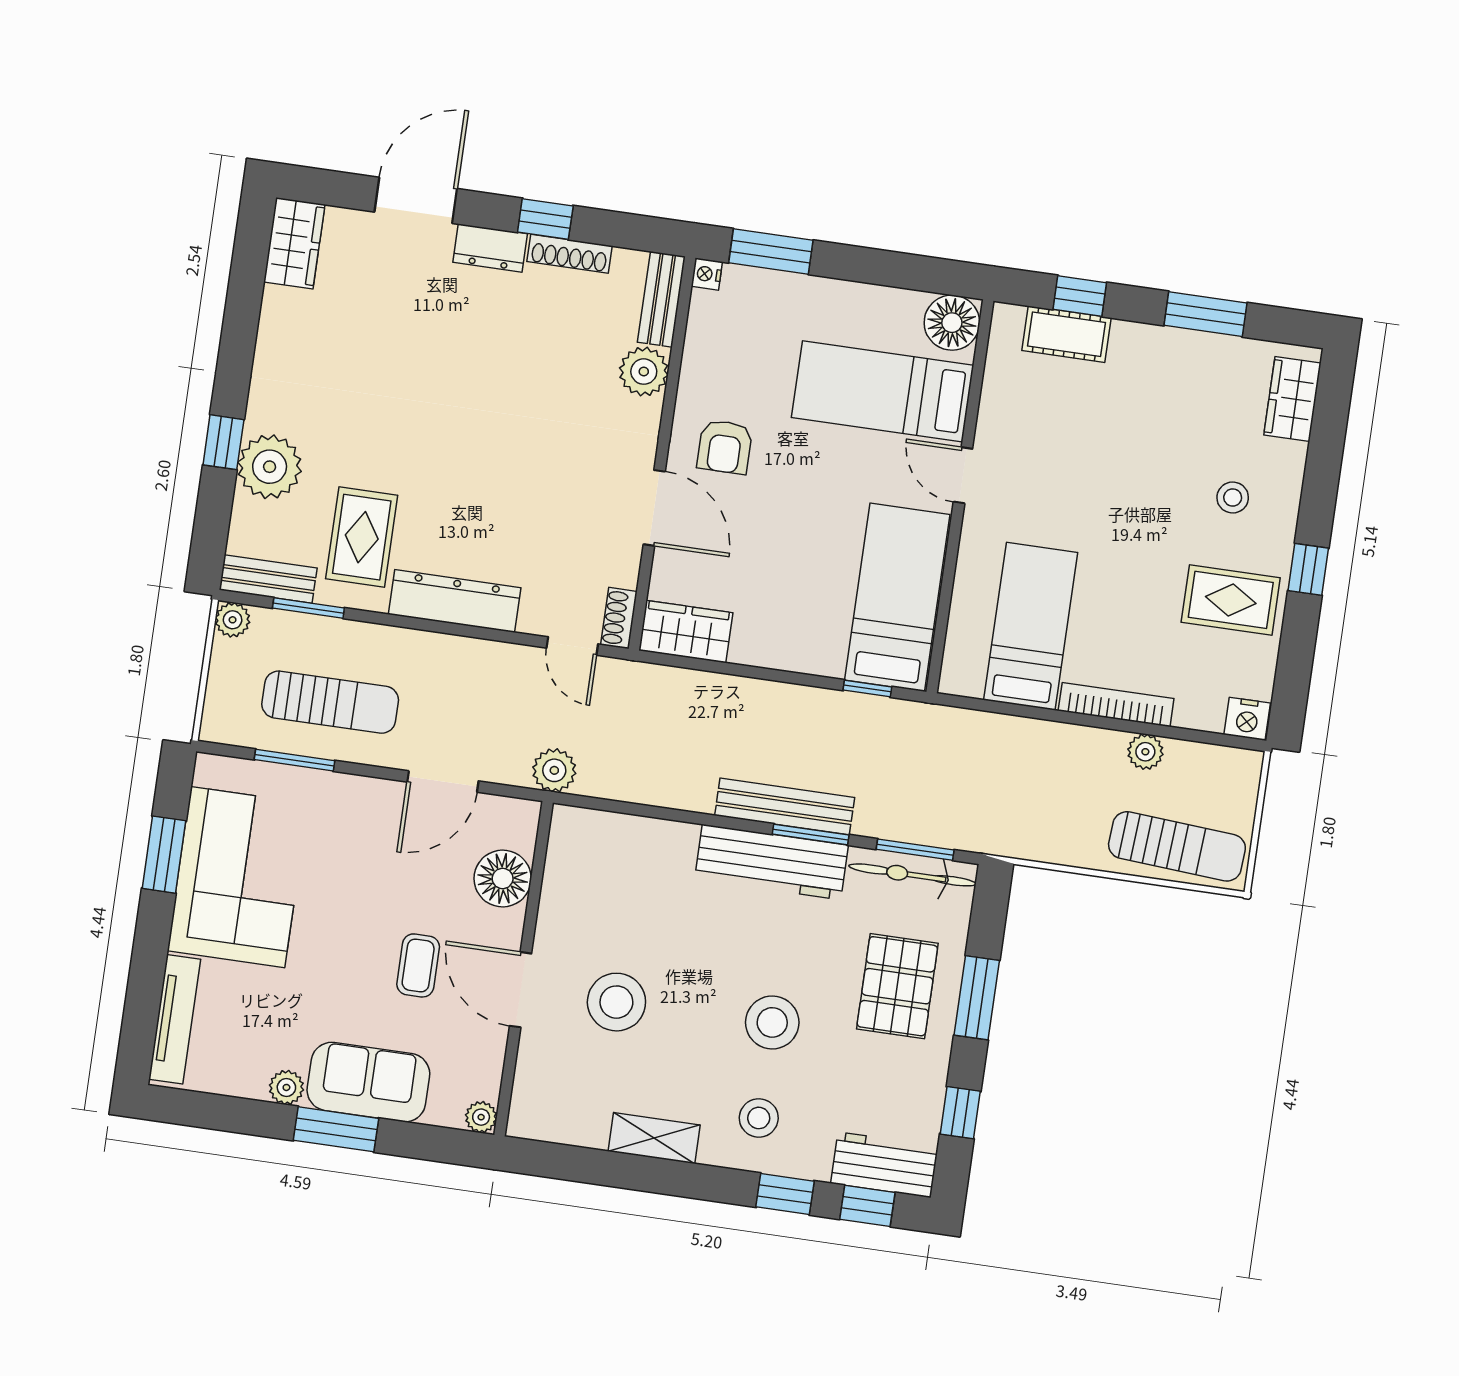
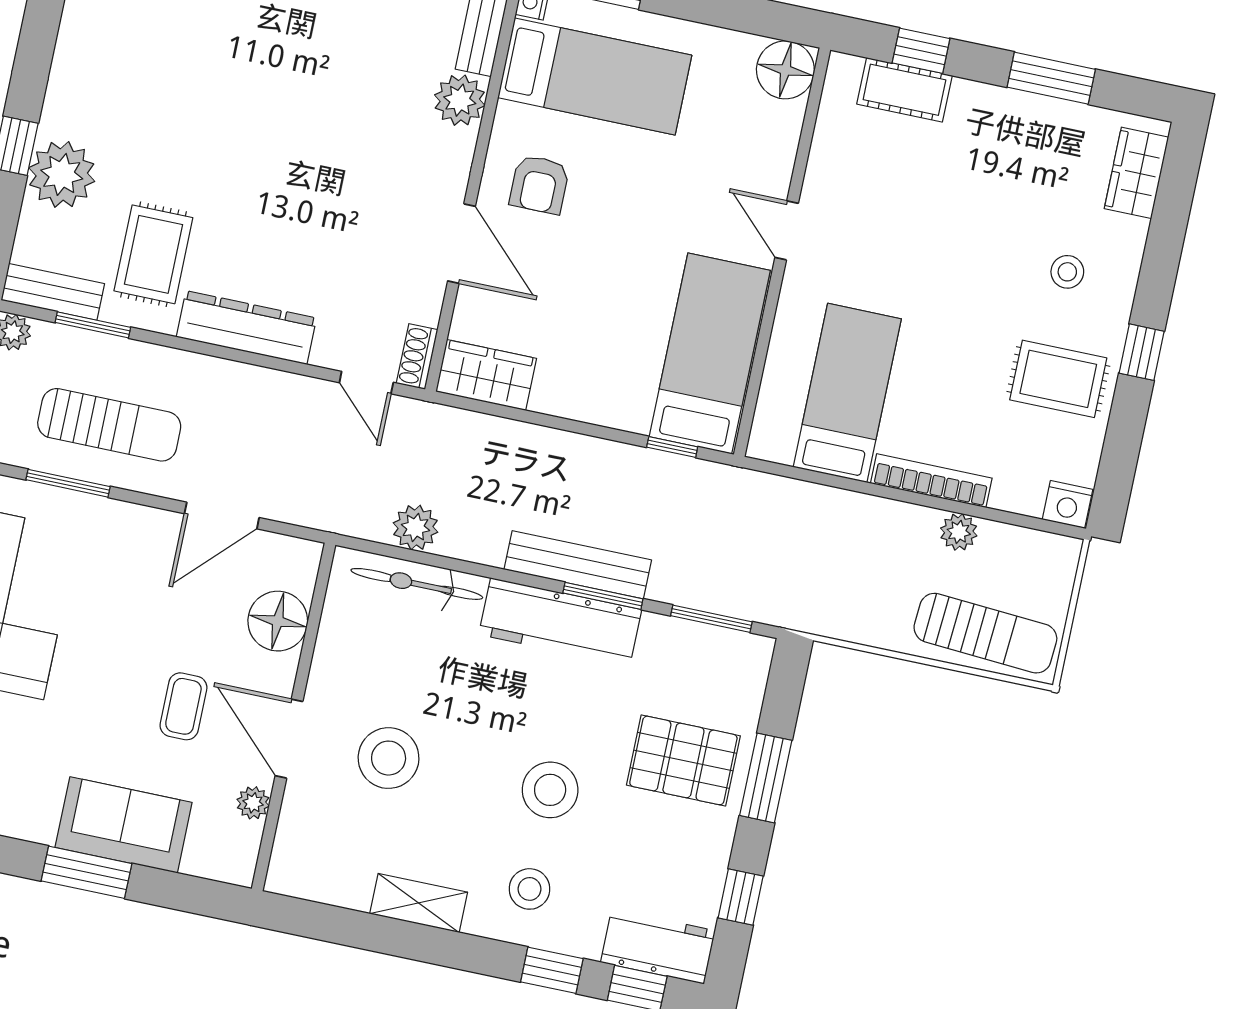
bed: (883, 391) -> (595, 76), moved, turned 180
plant: (554, 770) -> (415, 528), moved
bicycle: (912, 875) -> (417, 584), moved
pallet: (897, 986) -> (683, 760), turned 90
plant: (286, 1087) -> (37, 825), removed
plant: (481, 1117) -> (253, 803), moved

